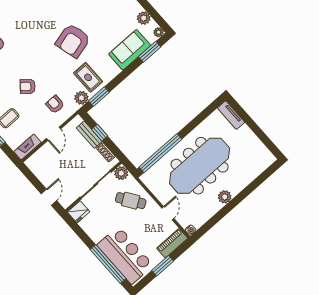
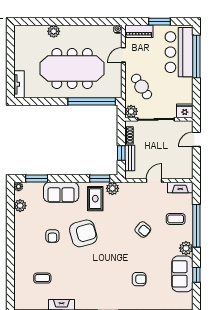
sofa: (130, 50) -> (61, 192), moved
armchair: (55, 104) -> (52, 236), moved
plant: (225, 197) -> (54, 31), moved

